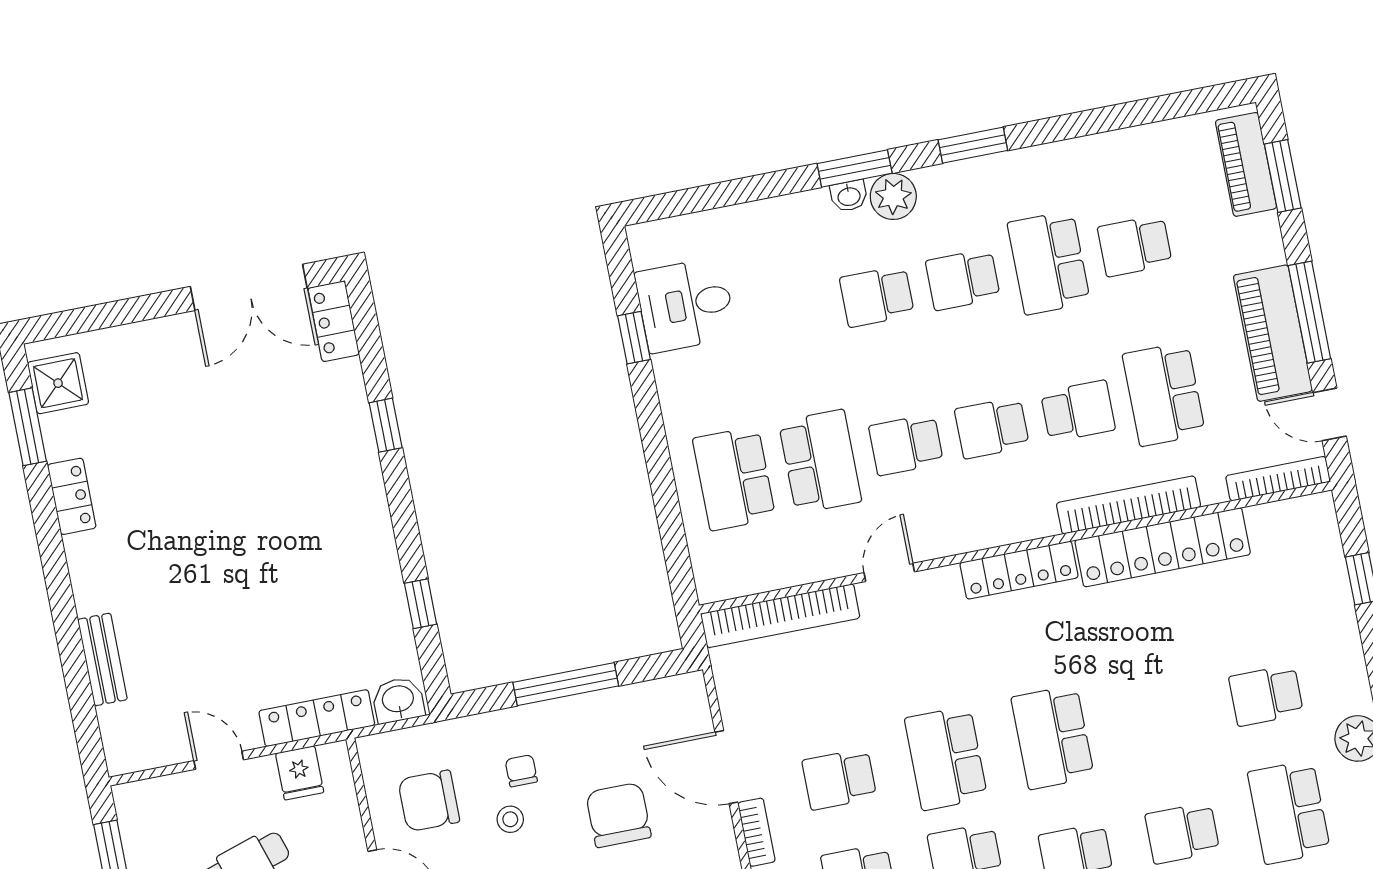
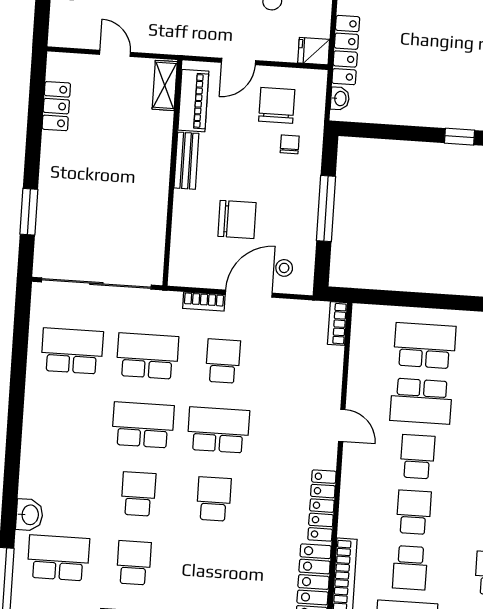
window: (421, 604) -> (460, 137), moved
bookcase: (780, 616) -> (337, 324), width x0.43, depth x0.76
washbasin: (398, 700) -> (340, 98), width x0.72, depth x0.69
school desk: (1053, 737) -> (214, 499), width x0.54
chair: (521, 771) -> (290, 144), moved, turned -90
fridge: (300, 773) -> (314, 51), moved
stool: (510, 819) -> (284, 268), moved

